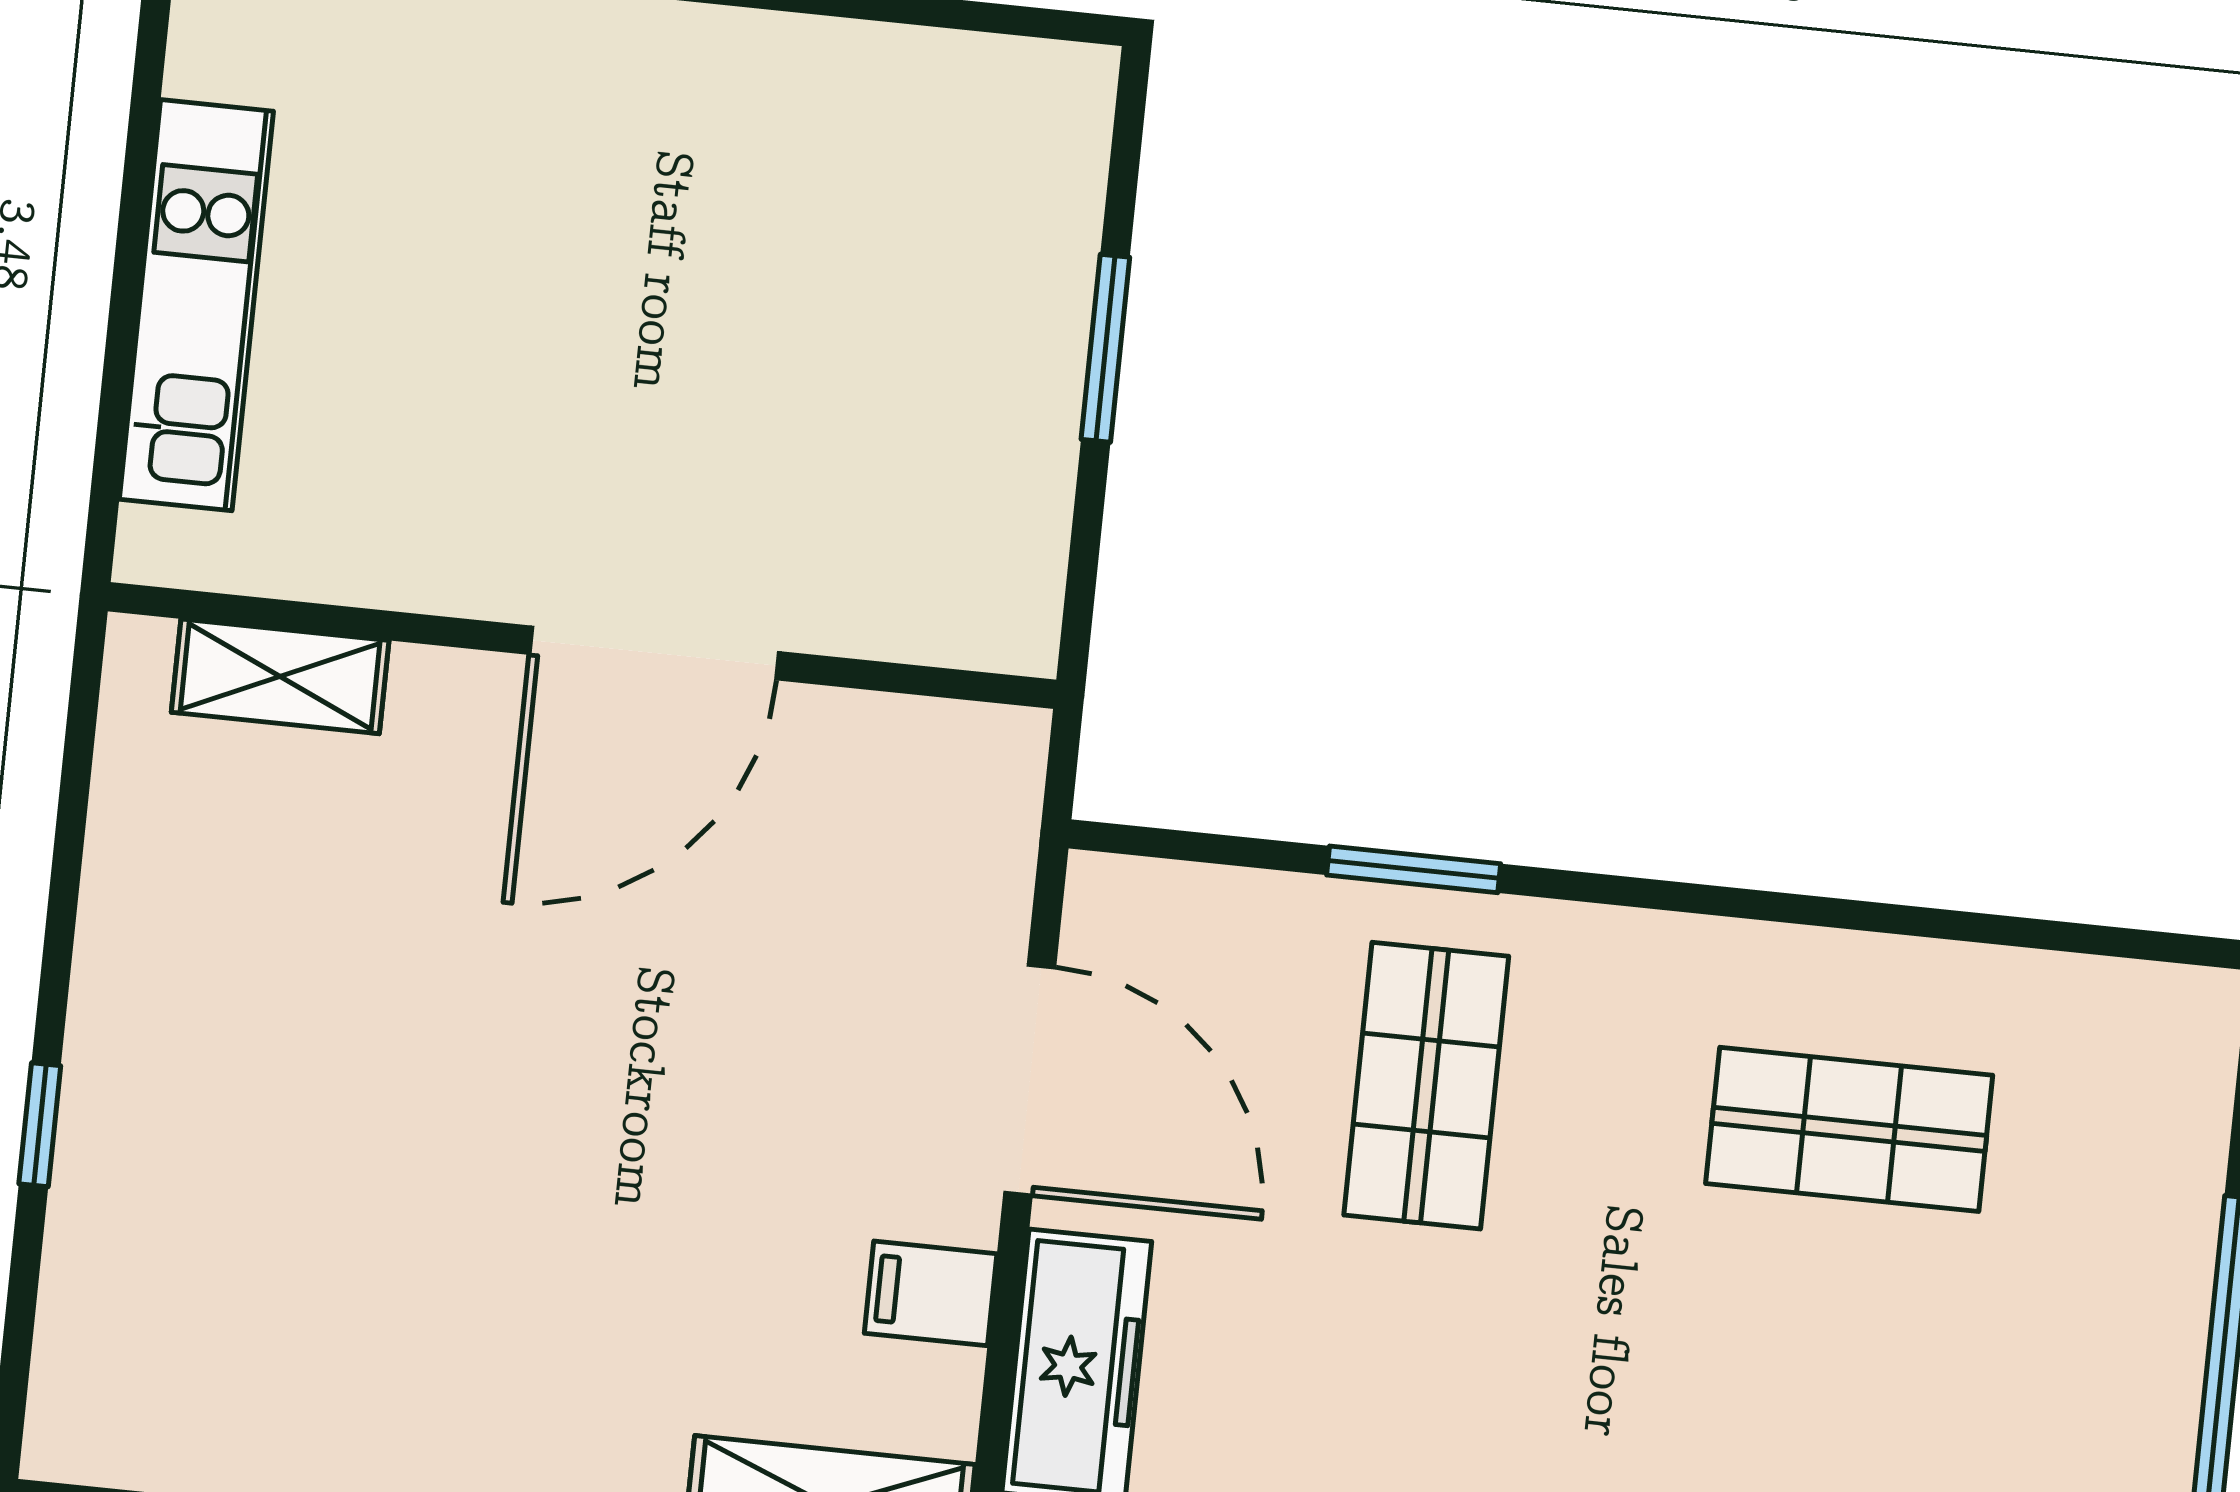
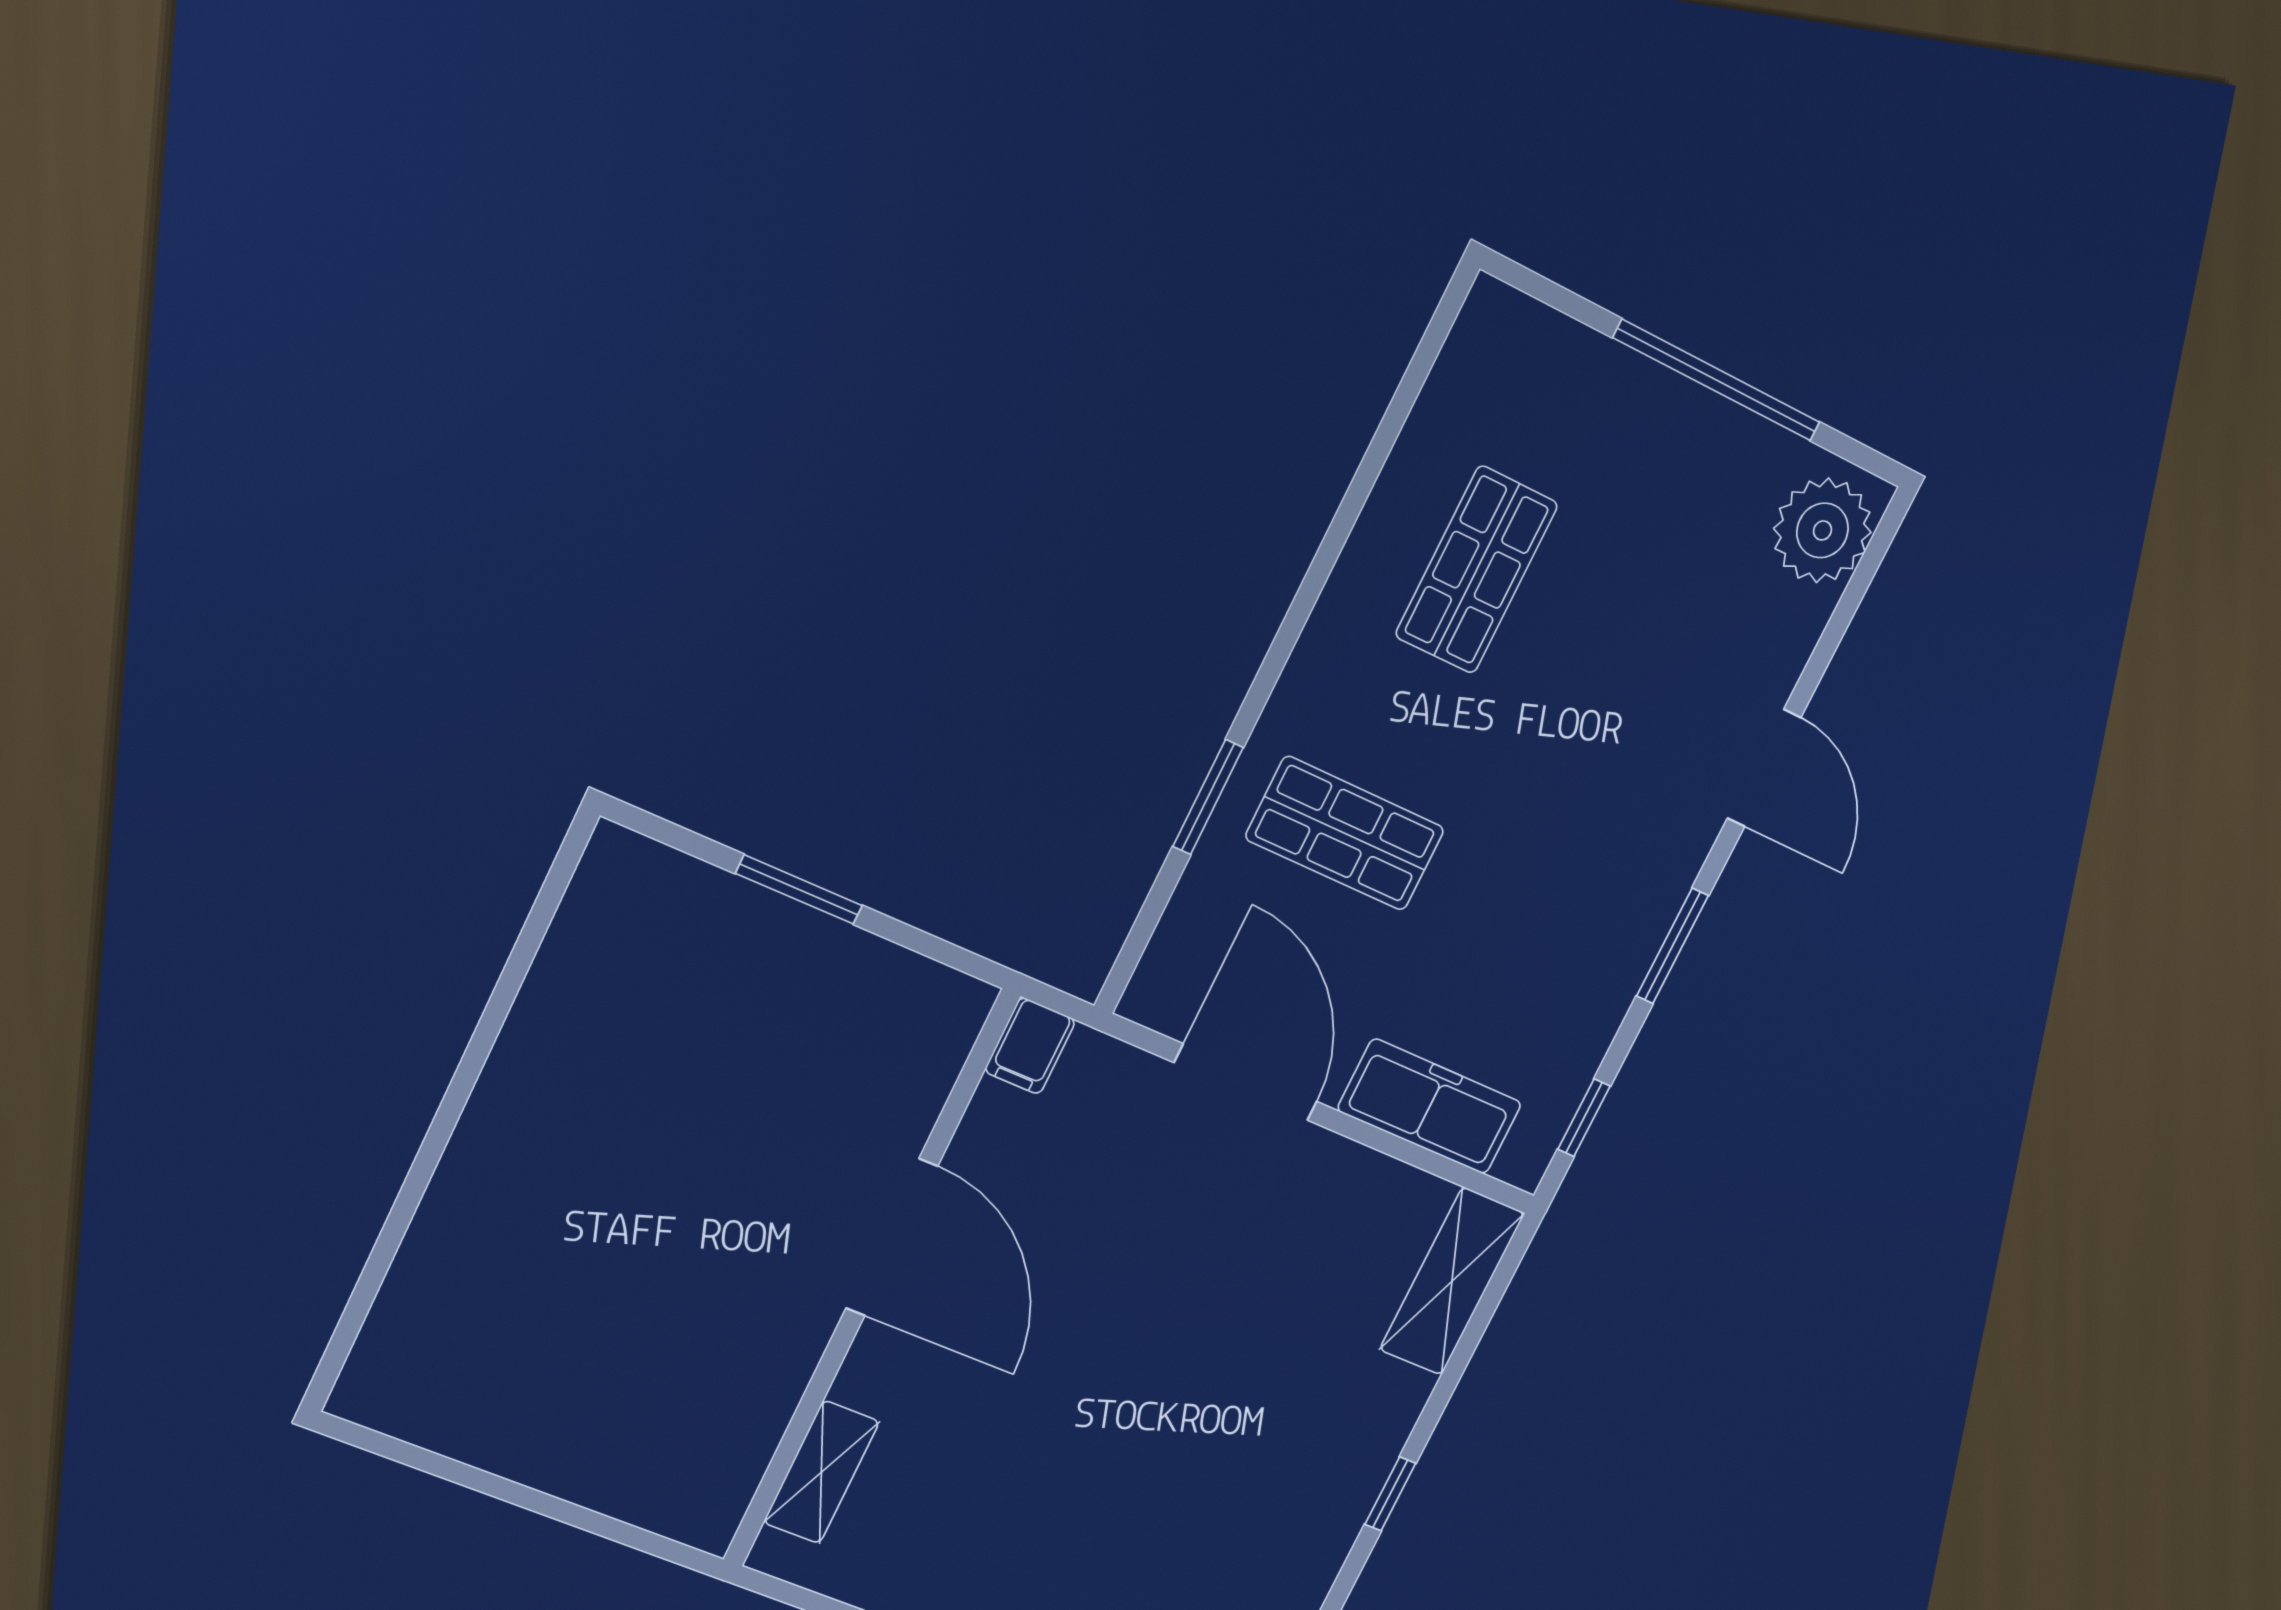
kitchen unit: (196, 305) -> (564, 1461), removed
door: (1030, 1080) -> (1246, 1082), hinge flipped
filing cabinet: (931, 1293) -> (1030, 1046), moved

